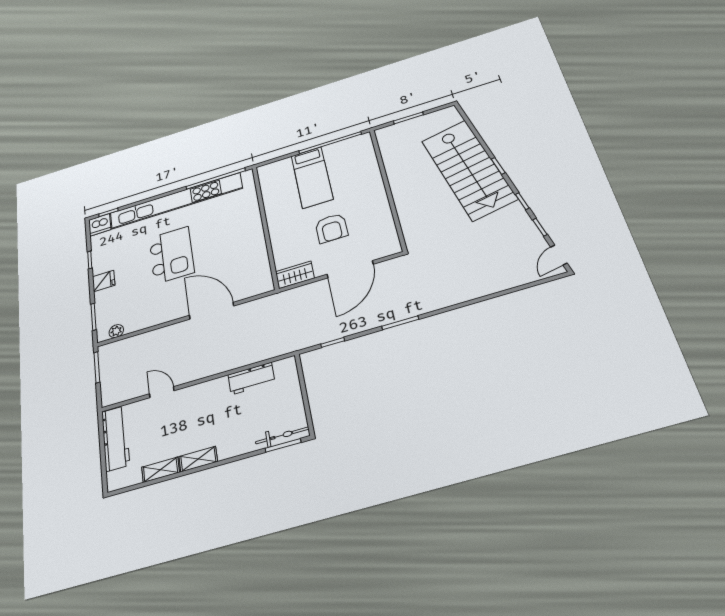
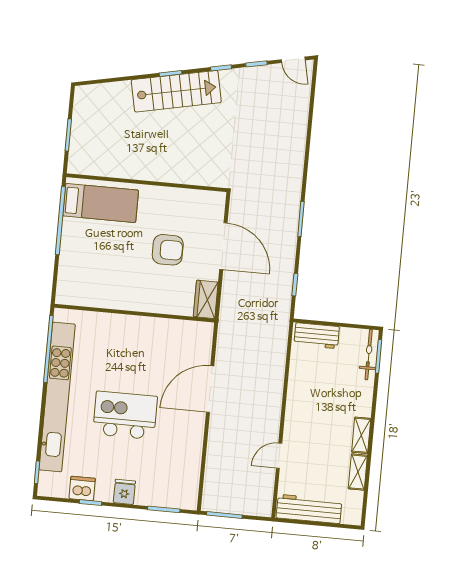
stairs: (469, 170) -> (176, 91), width x0.73, depth x0.66
bed: (312, 177) -> (101, 203), moved
dishwasher: (100, 225) -> (82, 488), moved, turned -90
plant: (116, 331) -> (191, 489), removed
workbench: (251, 378) -> (317, 336), moved, turned 90

